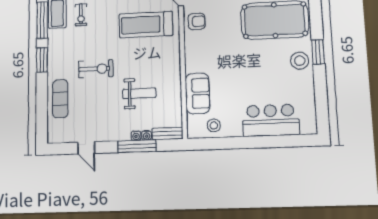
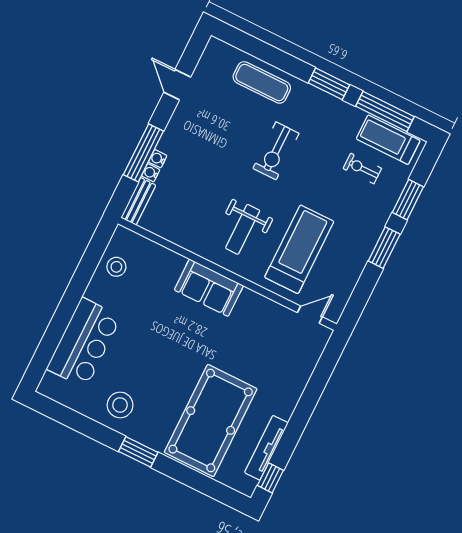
armchair: (197, 21) -> (266, 319), removed
stool: (300, 61) -> (120, 405), moved
weight bench: (139, 93) -> (243, 229), moved
sofa: (198, 93) -> (209, 288), moved
door: (86, 148) -> (177, 85), hinge flipped

